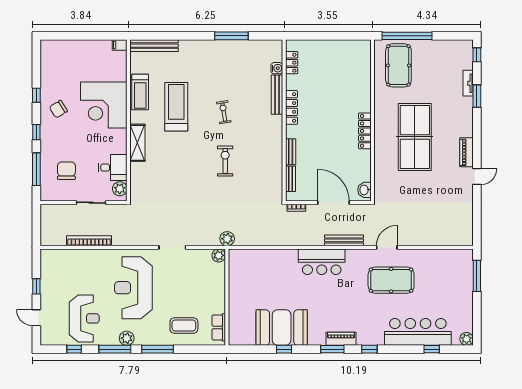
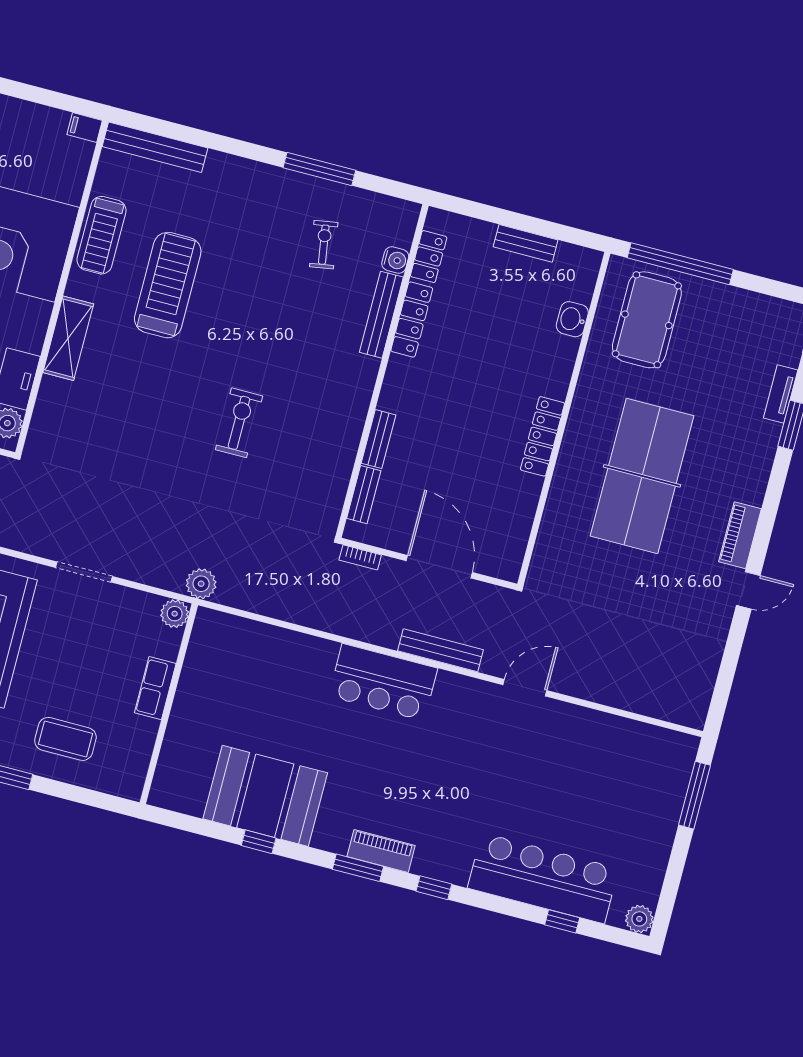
bench: (334, 45) -> (526, 243), added
locker: (291, 107) -> (412, 319), moved
exercise bike: (224, 112) -> (324, 245), moved
washbasin: (364, 190) -> (572, 319), moved
pool table: (391, 280) -> (516, 757), removed
row of seats: (219, 327) -> (155, 688), moved

